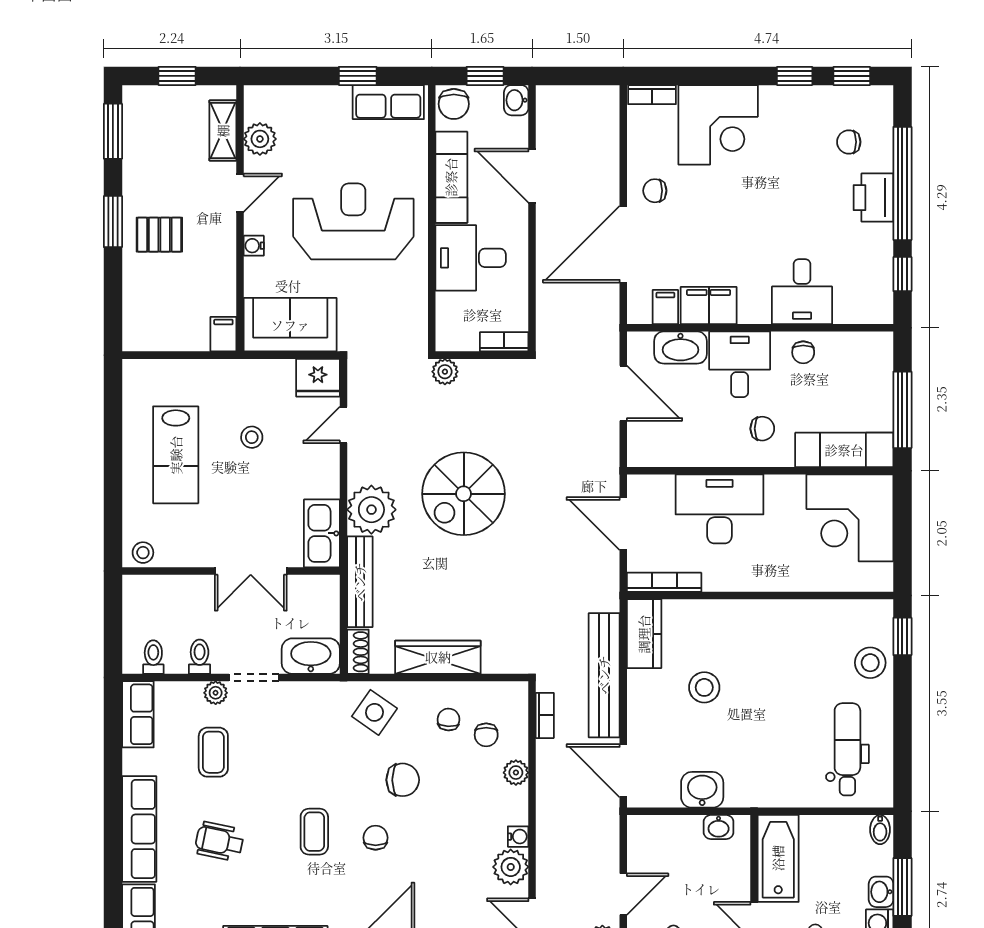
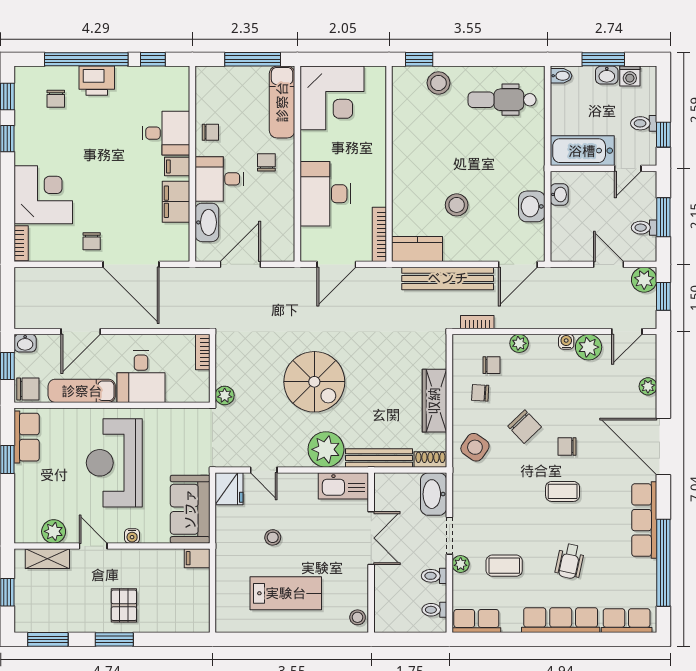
filing cabinet: (665, 307) -> (177, 166), moved
chair: (403, 780) -> (525, 427), turned 136

